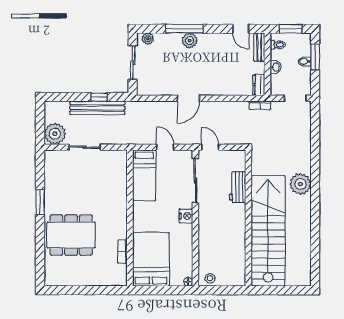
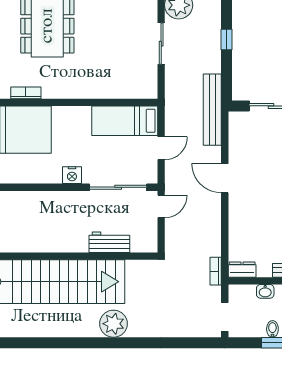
window: (99, 97) -> (227, 40), moved
bench: (97, 108) -> (212, 110), moved

